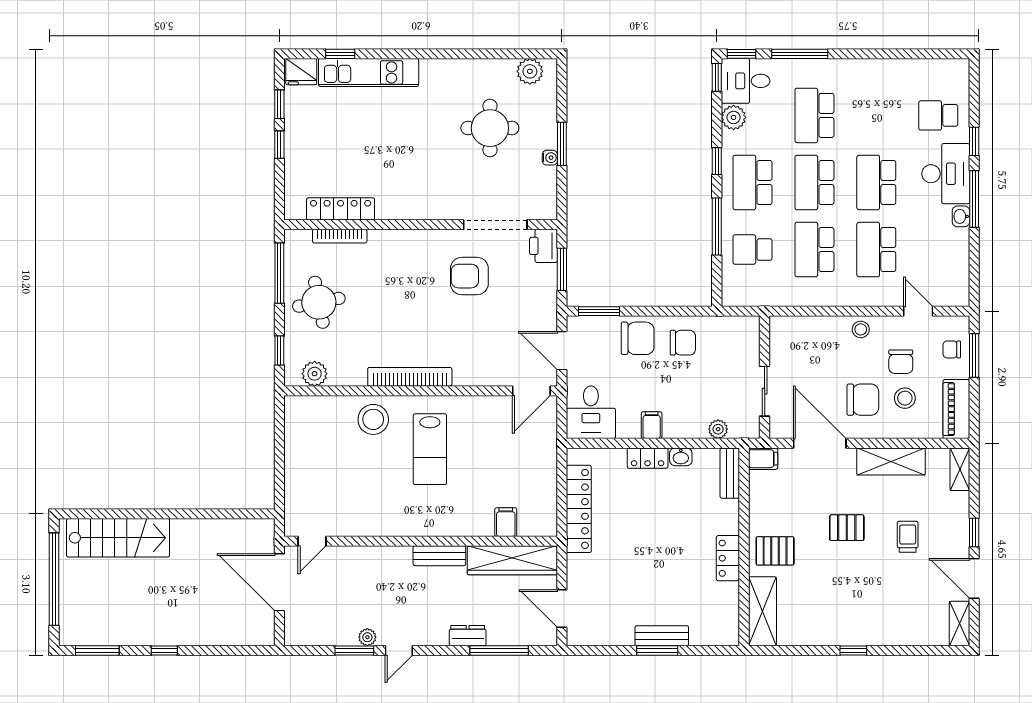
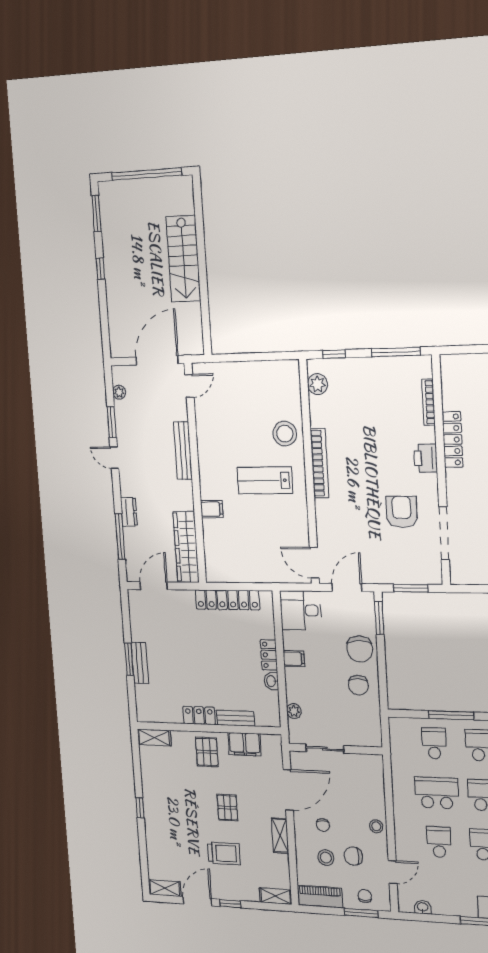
locker: (341, 209) -> (453, 440), moved
washbasin: (961, 216) -> (423, 907), moved
printer: (543, 246) -> (426, 458), moved, turned -90
school desk: (876, 250) -> (439, 842), width x0.54
round table: (319, 302) -> (374, 386), removed
chair: (863, 400) -> (323, 825), width x0.54, depth x0.54
filing cabinet: (763, 459) -> (245, 744), moved, width x2.00
shelving: (891, 461) -> (280, 836), width x0.67, depth x0.75
bench: (730, 473) -> (236, 718), moved
filing cabinet: (506, 522) -> (212, 509), moved
trolley: (908, 537) -> (224, 853), width x1.36, depth x1.39
stairs: (118, 538) -> (183, 259), moved
door: (312, 541) -> (189, 386), swing flipped
bench: (439, 556) -> (183, 451), moved, width x1.36
shelving: (762, 611) -> (154, 738), width x0.67, depth x0.75
plant: (367, 637) -> (119, 392), moved

